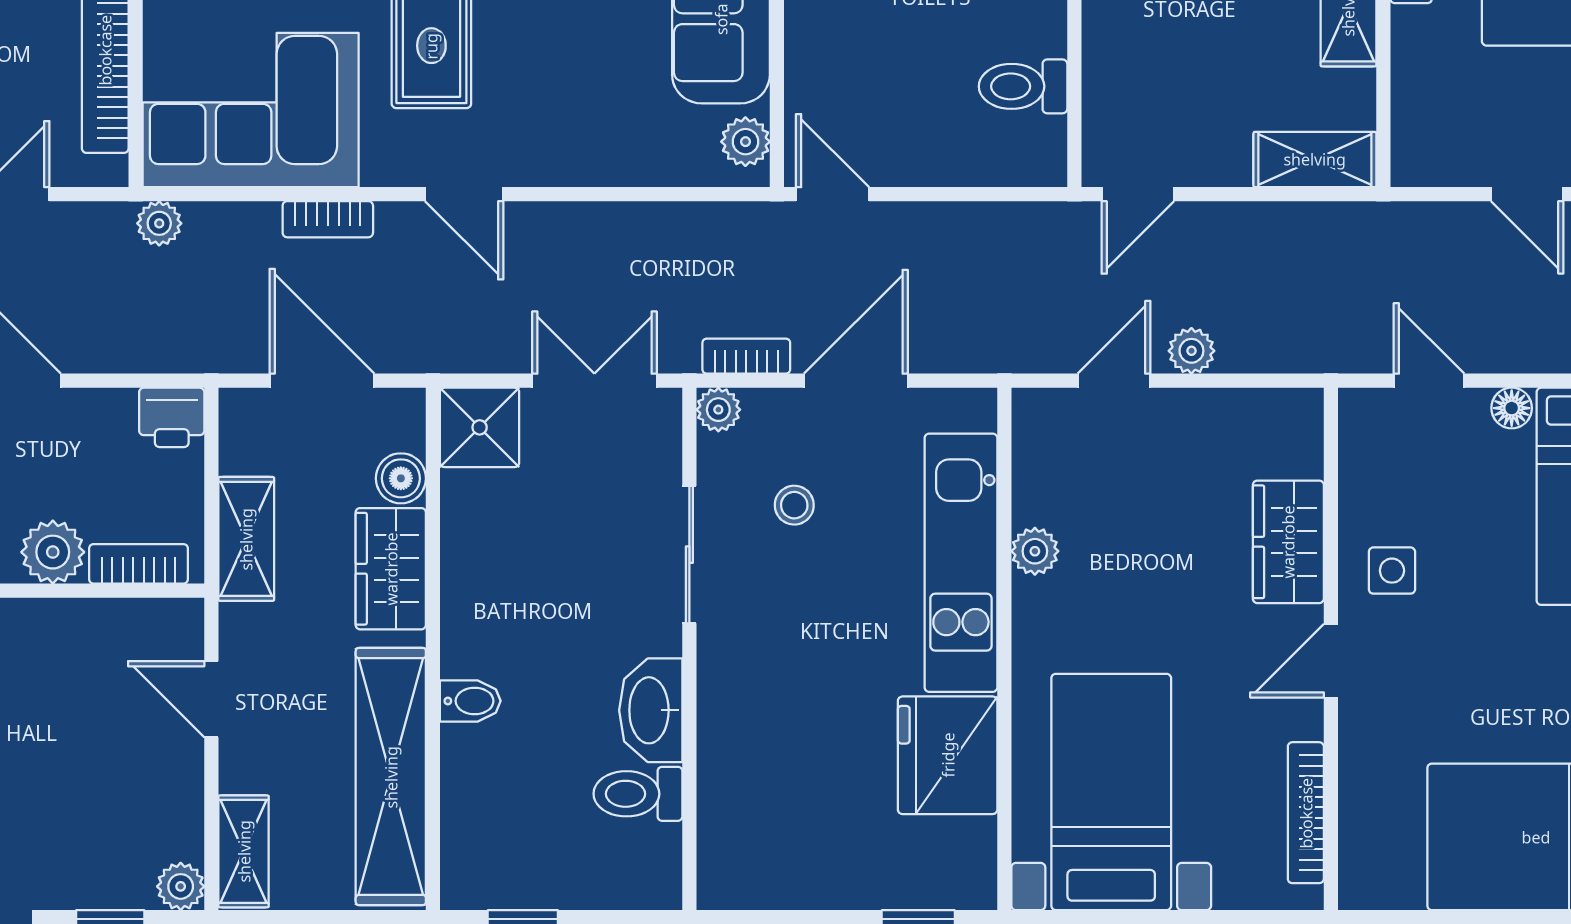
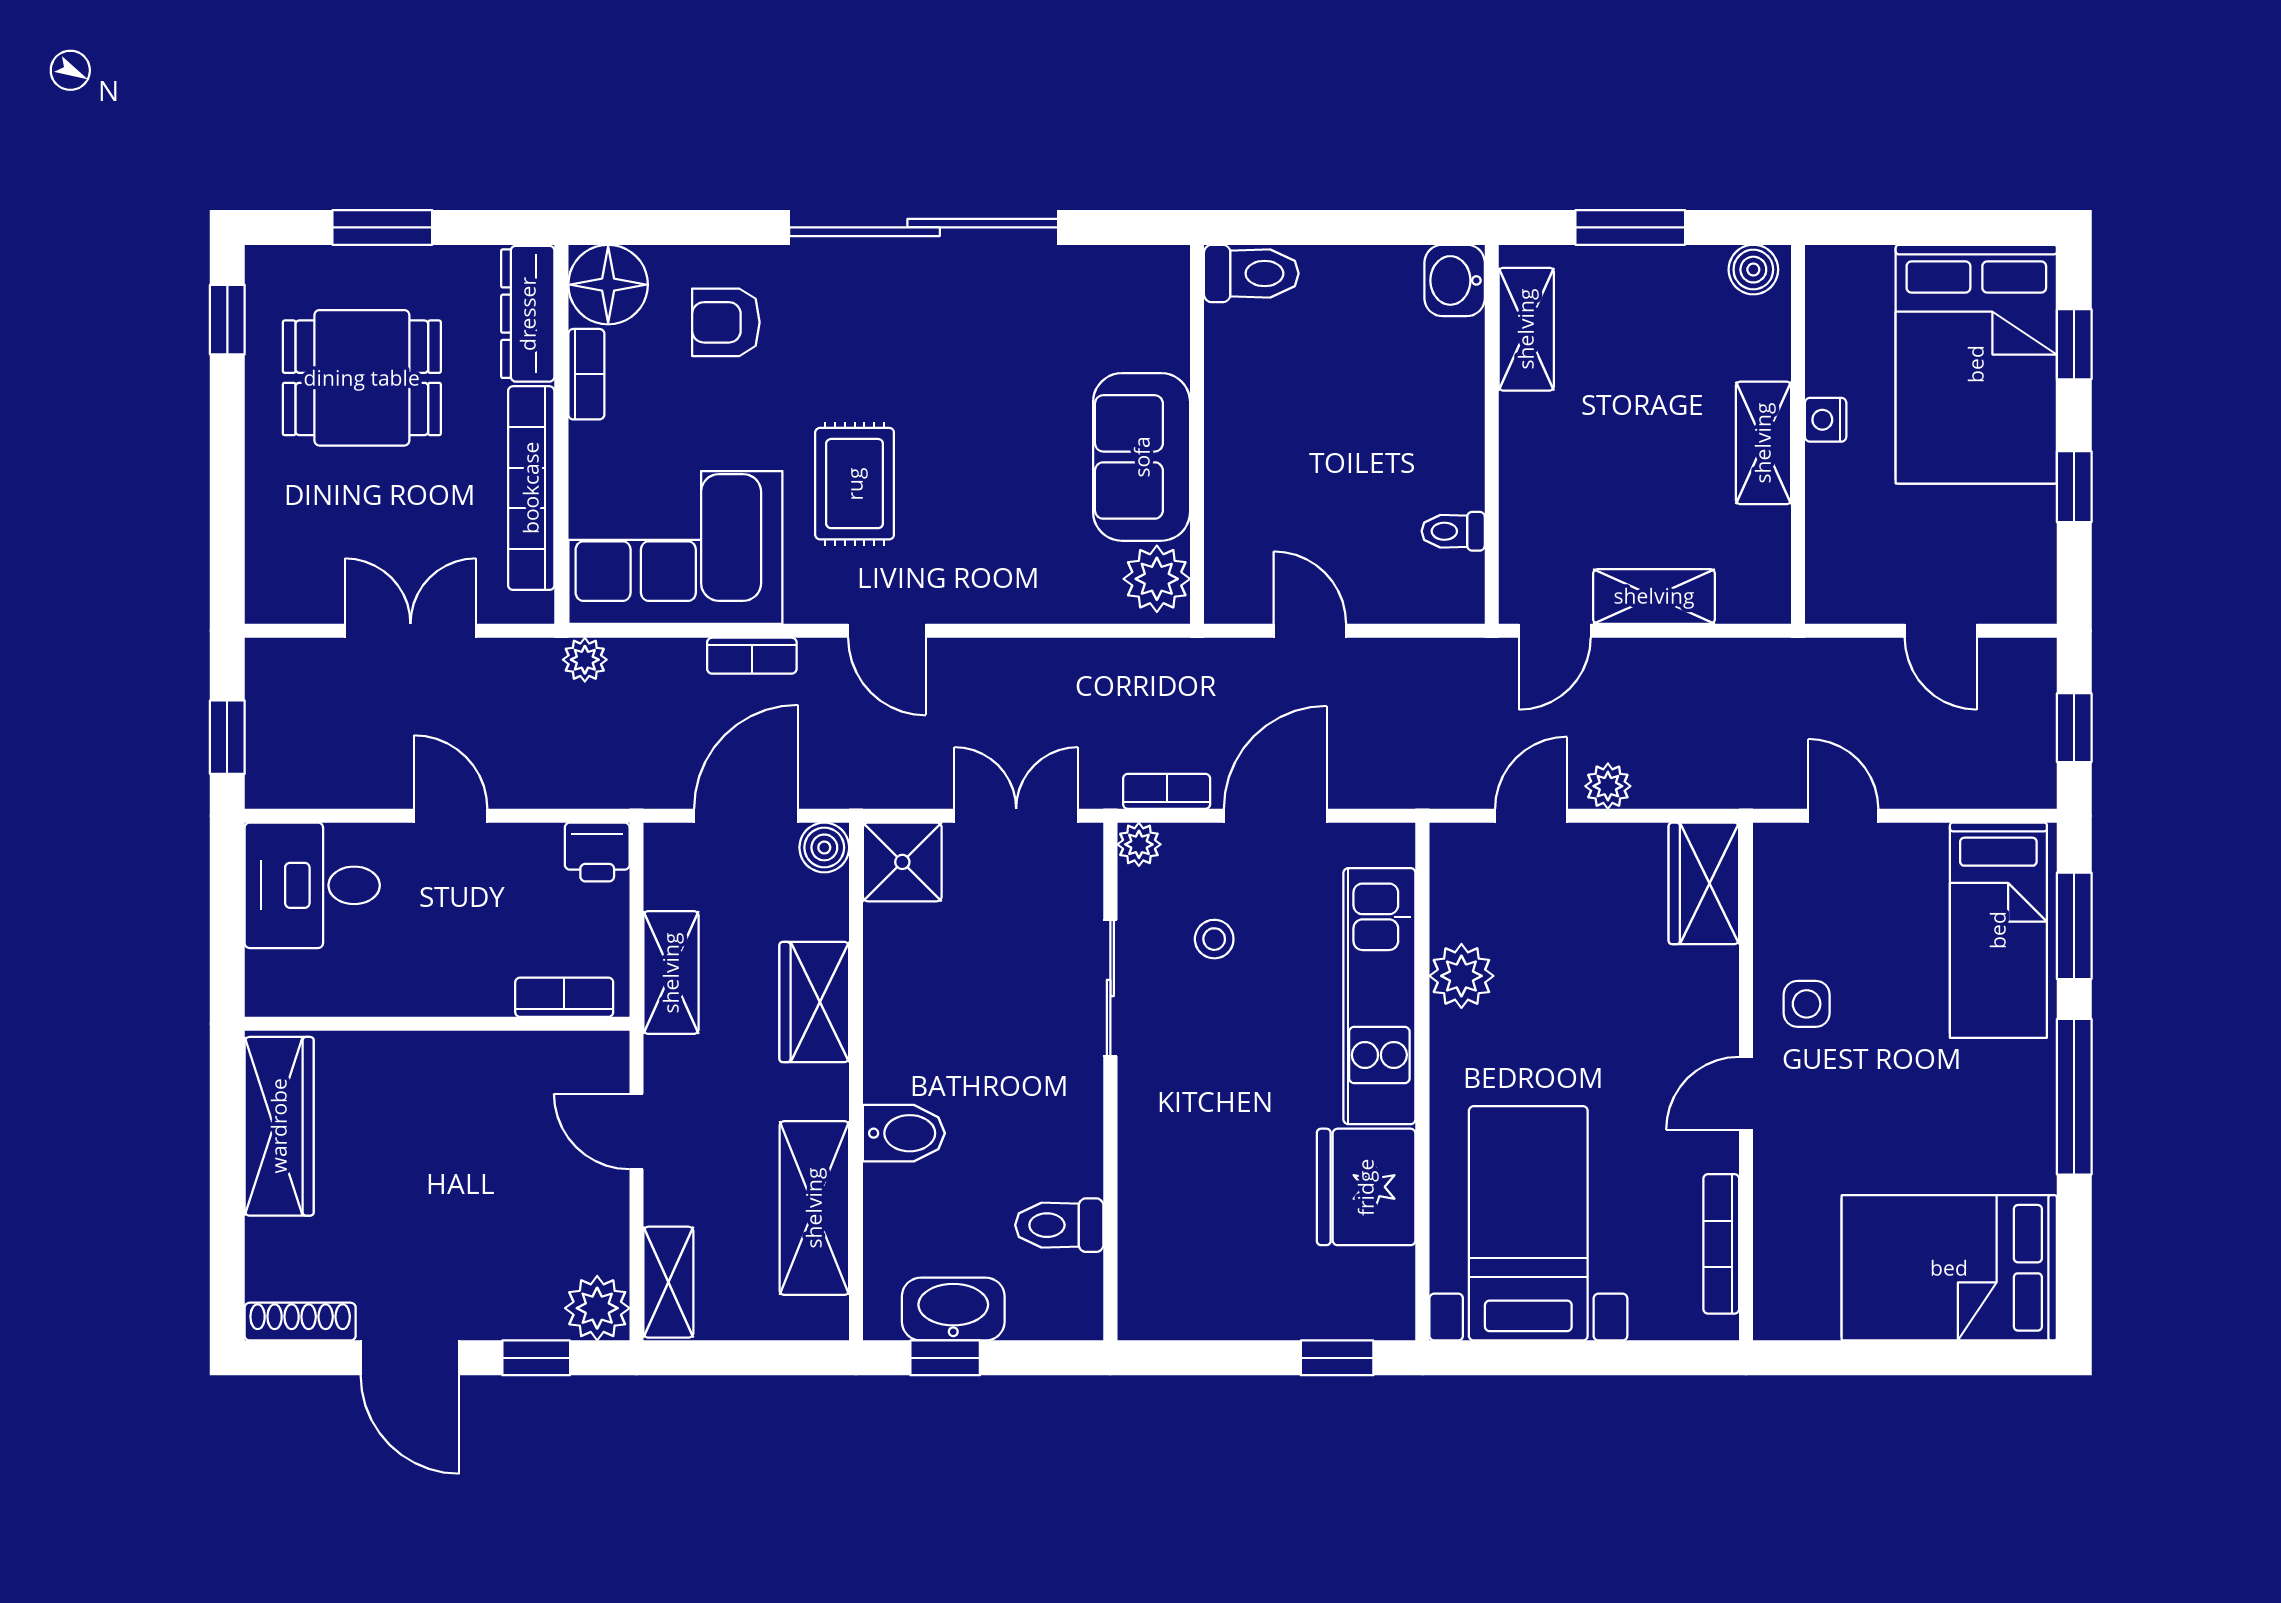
toilet: (1023, 86) -> (1453, 531), width x0.73, depth x0.72
plant: (745, 142) -> (1157, 579), width x1.38, depth x1.38
shelving: (1315, 159) -> (1654, 596), moved
door: (832, 194) -> (1310, 631), moved
door: (322, 381) -> (746, 816), hinge flipped
floor lamp: (1512, 408) -> (1925, 843), removed
boiler: (401, 478) -> (824, 847), moved
wardrobe: (1288, 542) -> (1704, 883), moved
plant: (1035, 551) -> (1461, 976), width x1.38, depth x1.38
plant: (53, 552) -> (479, 986), removed
bidet: (470, 701) -> (904, 1133), width x1.38, depth x1.36
washbasin: (651, 710) -> (953, 1309), moved, turned 90
shelving: (391, 777) -> (814, 1208), width x0.68
plant: (181, 886) -> (597, 1308), width x1.38, depth x1.38

